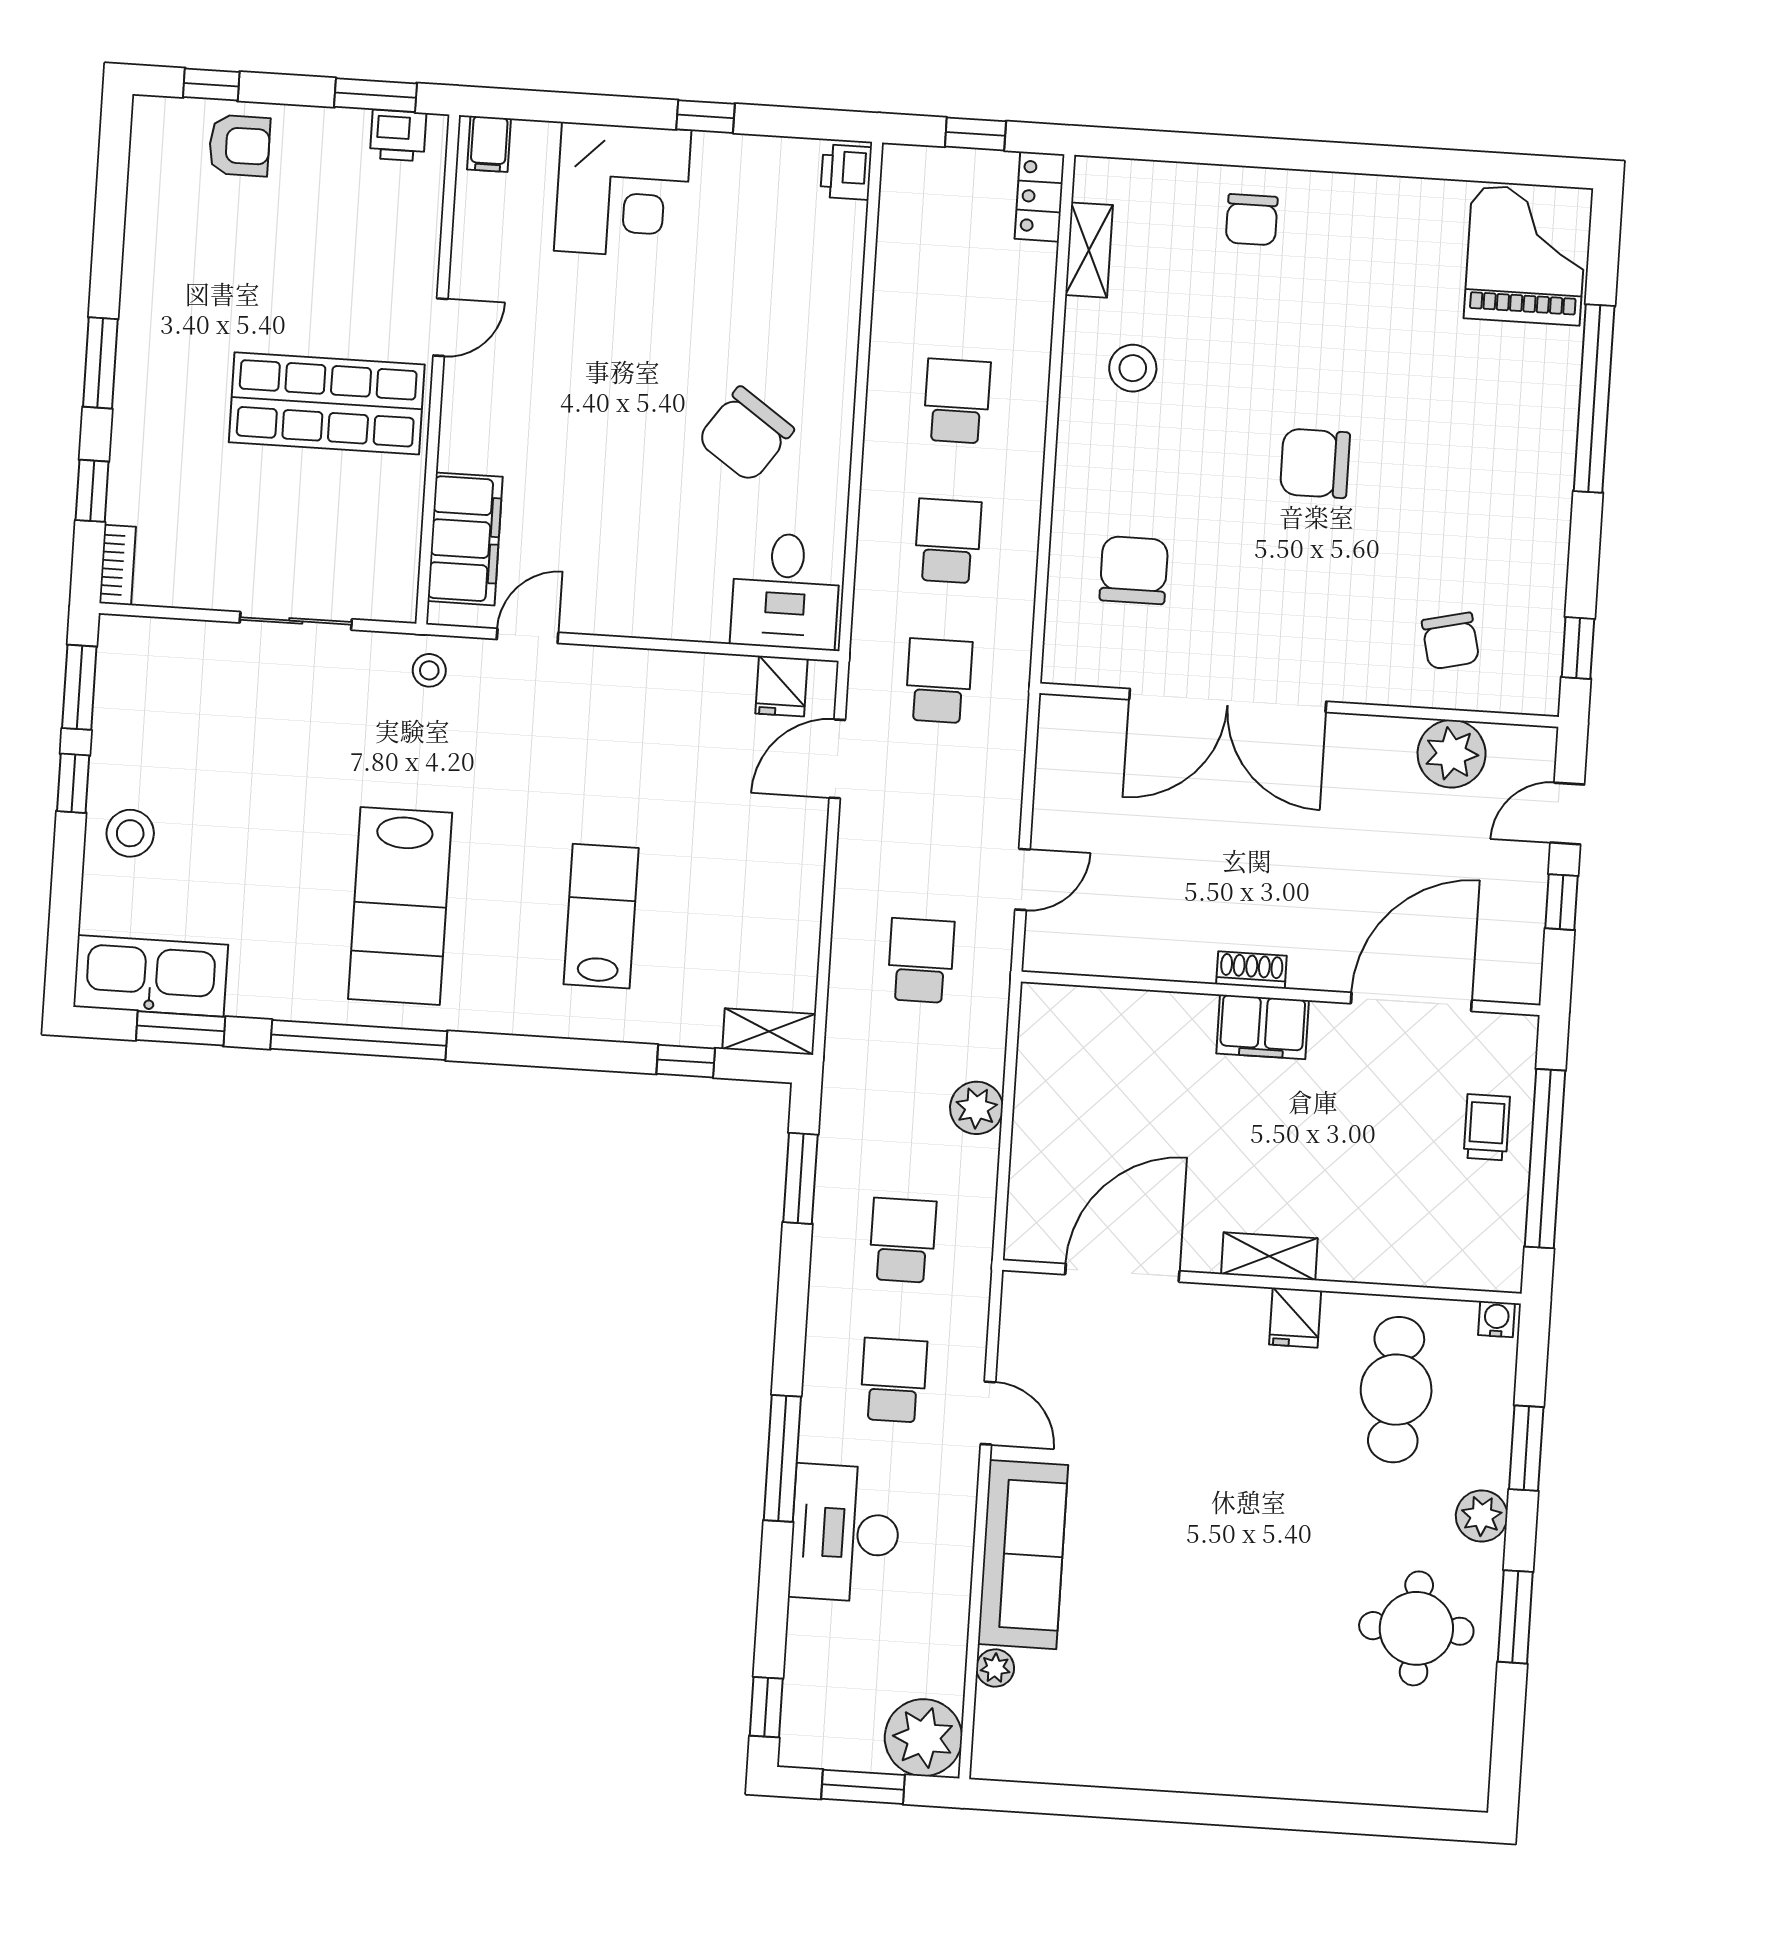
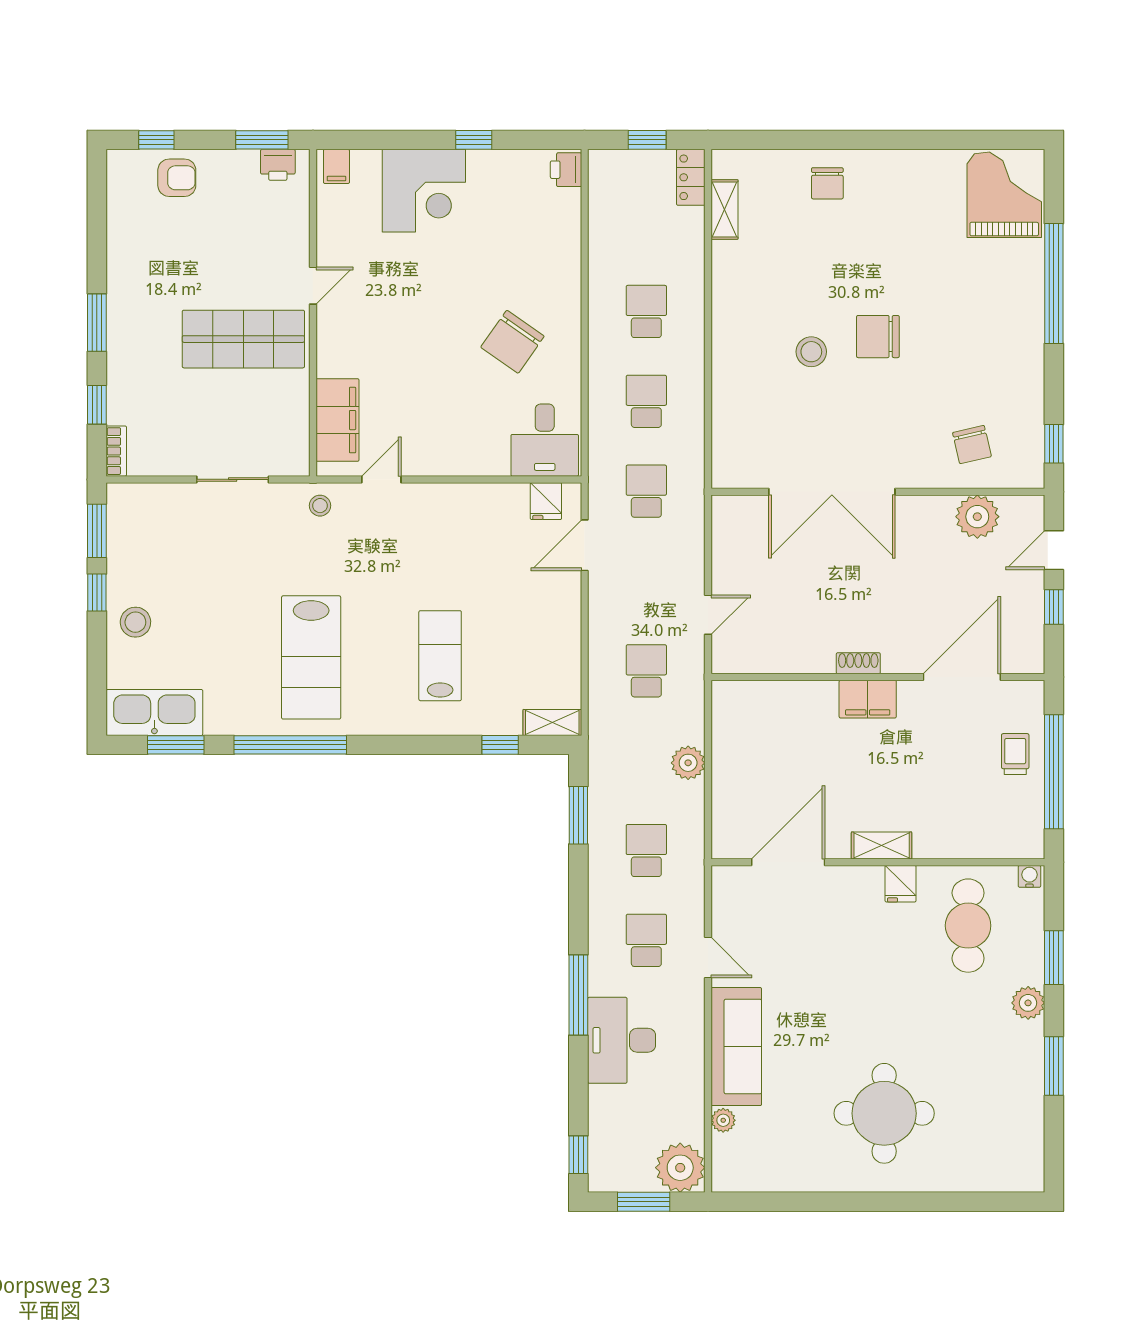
stool: (1133, 368) -> (811, 352), moved
chair: (1134, 570) -> (766, 412), removed
round table: (1416, 1628) -> (884, 1113), moved, width x1.36, depth x1.36

